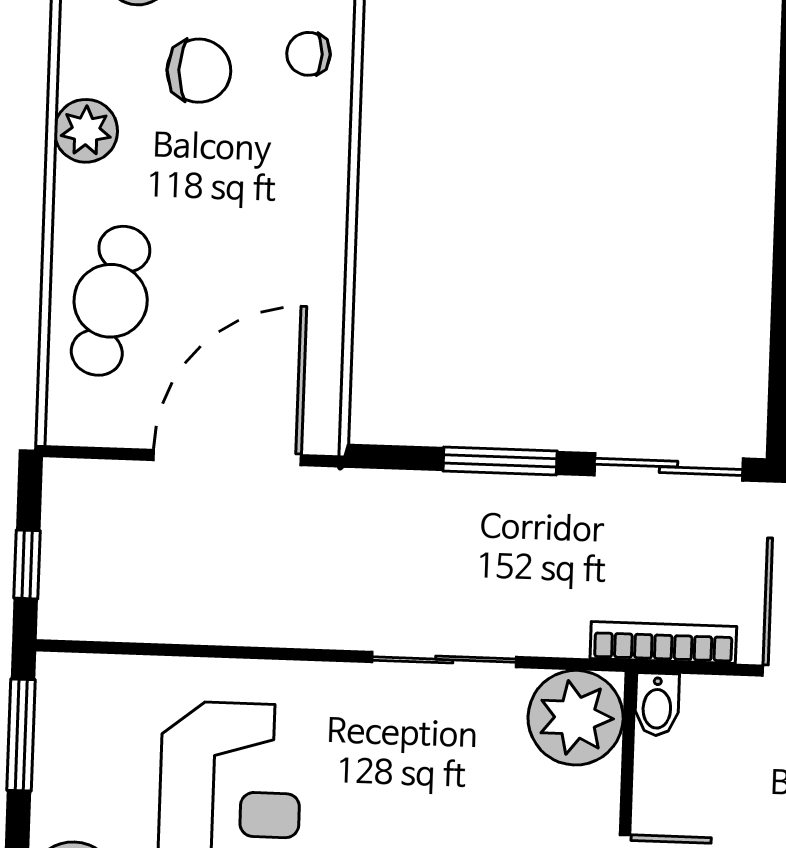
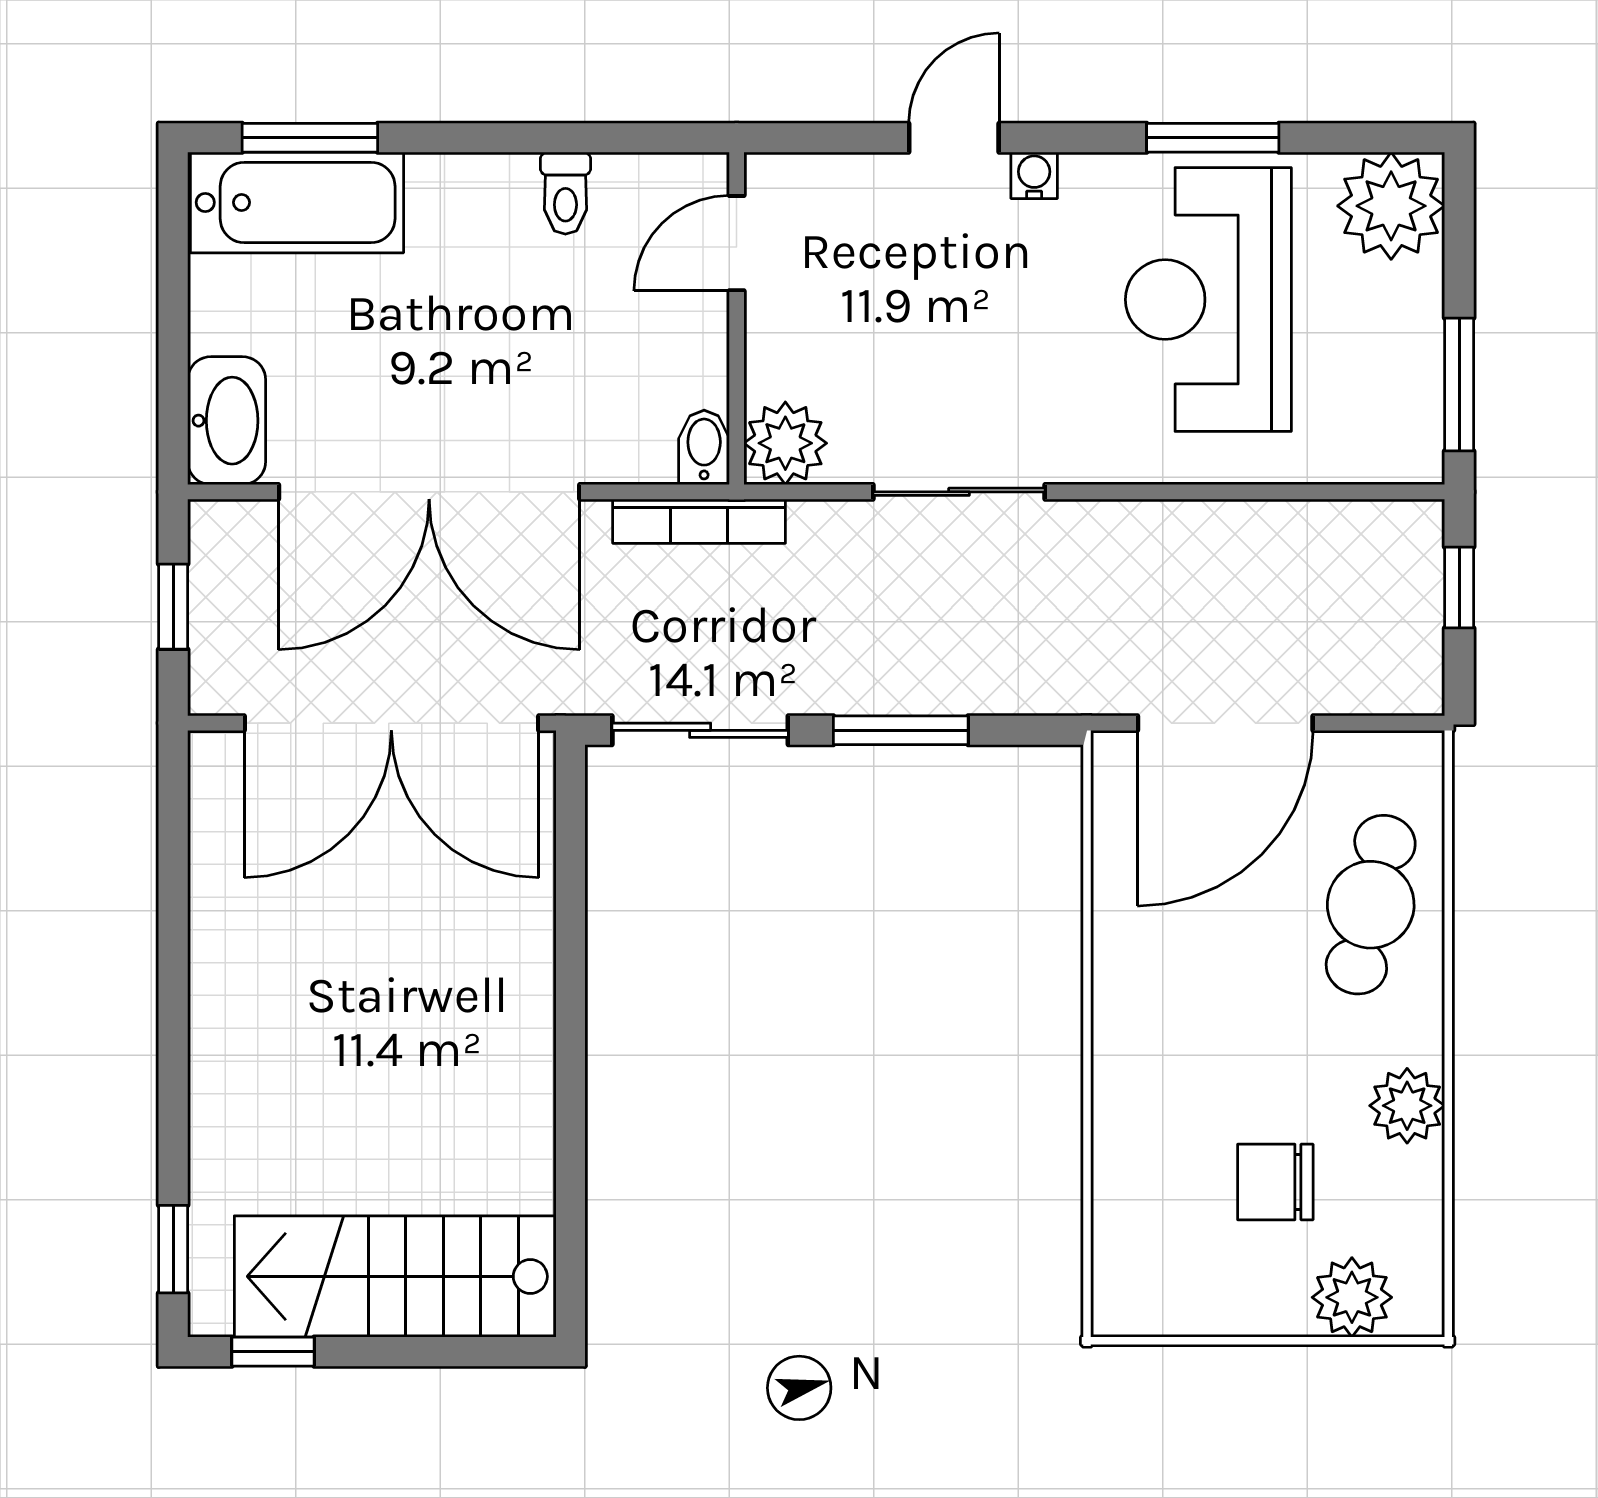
chair: (308, 54) -> (1146, 1207), removed
plant: (576, 718) -> (785, 443), width x0.73, depth x0.73

